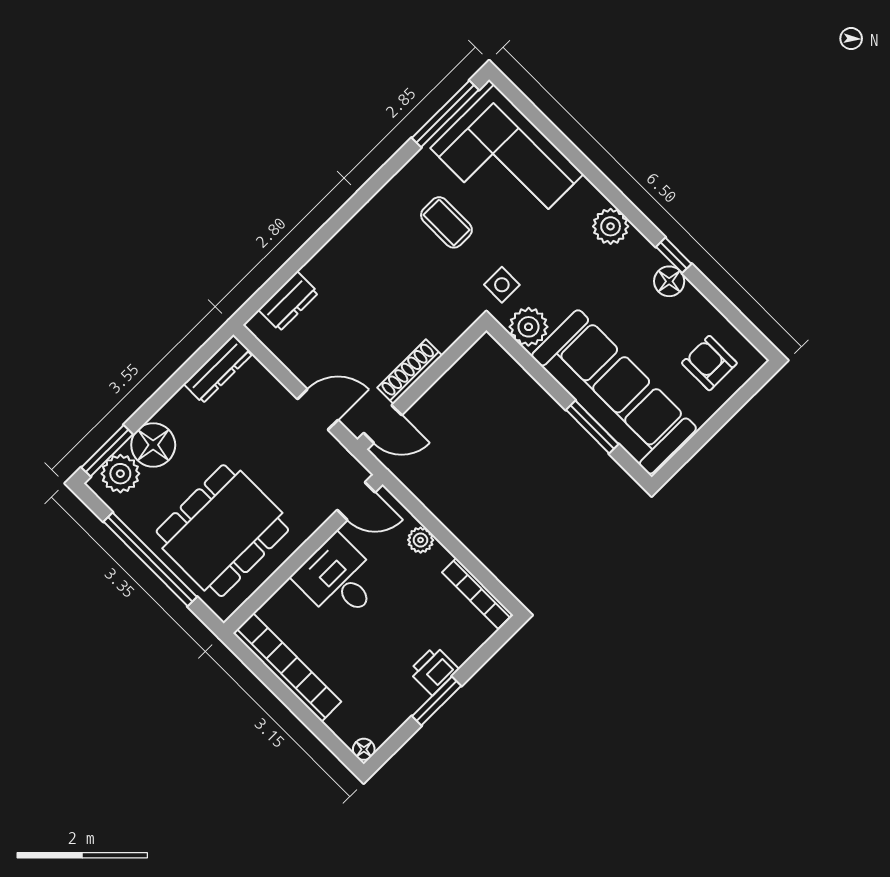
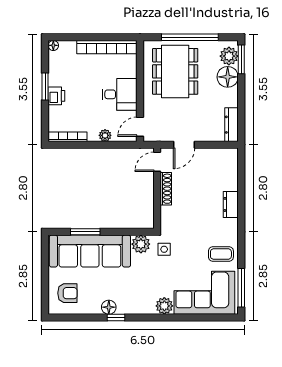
coffee table: (446, 222) -> (221, 254), moved
plant: (611, 226) -> (164, 306), moved
dresser: (288, 301) -> (231, 204), moved

